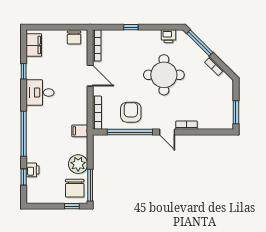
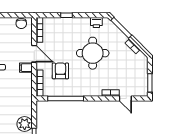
armchair: (131, 112) -> (60, 71), moved
filing cabinet: (80, 131) -> (26, 68), moved
door: (167, 132) -> (125, 99), moved

